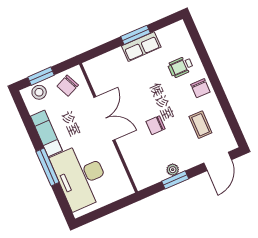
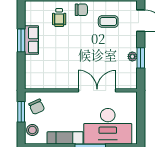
window: (41, 76) -> (21, 112), moved
double door: (104, 119) -> (97, 90), moved
chair: (156, 125) -> (94, 55), removed

